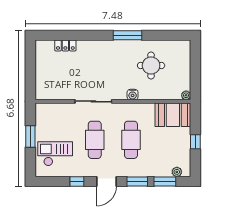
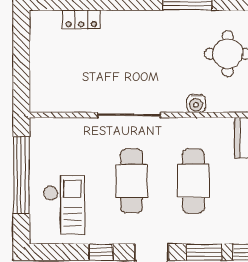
window: (30, 136) -> (21, 175), width x2.11
checkout: (55, 154) -> (64, 205), turned 90

